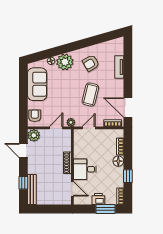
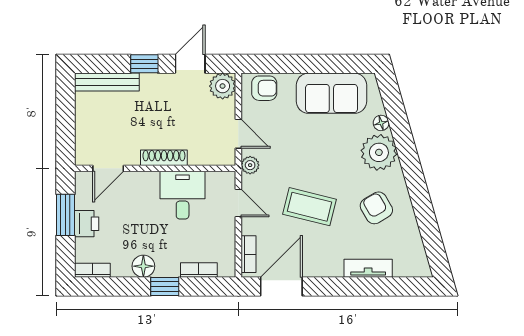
floor lamp: (118, 161) -> (143, 266), moved
desk: (85, 169) -> (183, 195), moved
window: (128, 176) -> (165, 287), moved
window: (23, 183) -> (144, 64), moved
window: (105, 209) -> (65, 215), moved

